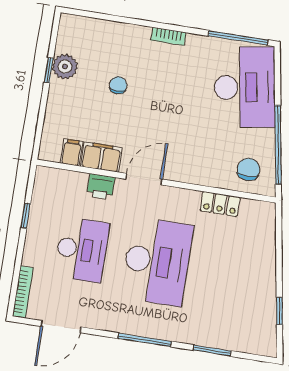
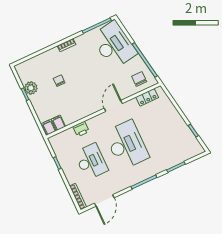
filing cabinet: (101, 157) -> (49, 127), moved, width x0.50
door: (144, 179) -> (113, 106), moved
locker: (220, 204) -> (147, 97), moved

